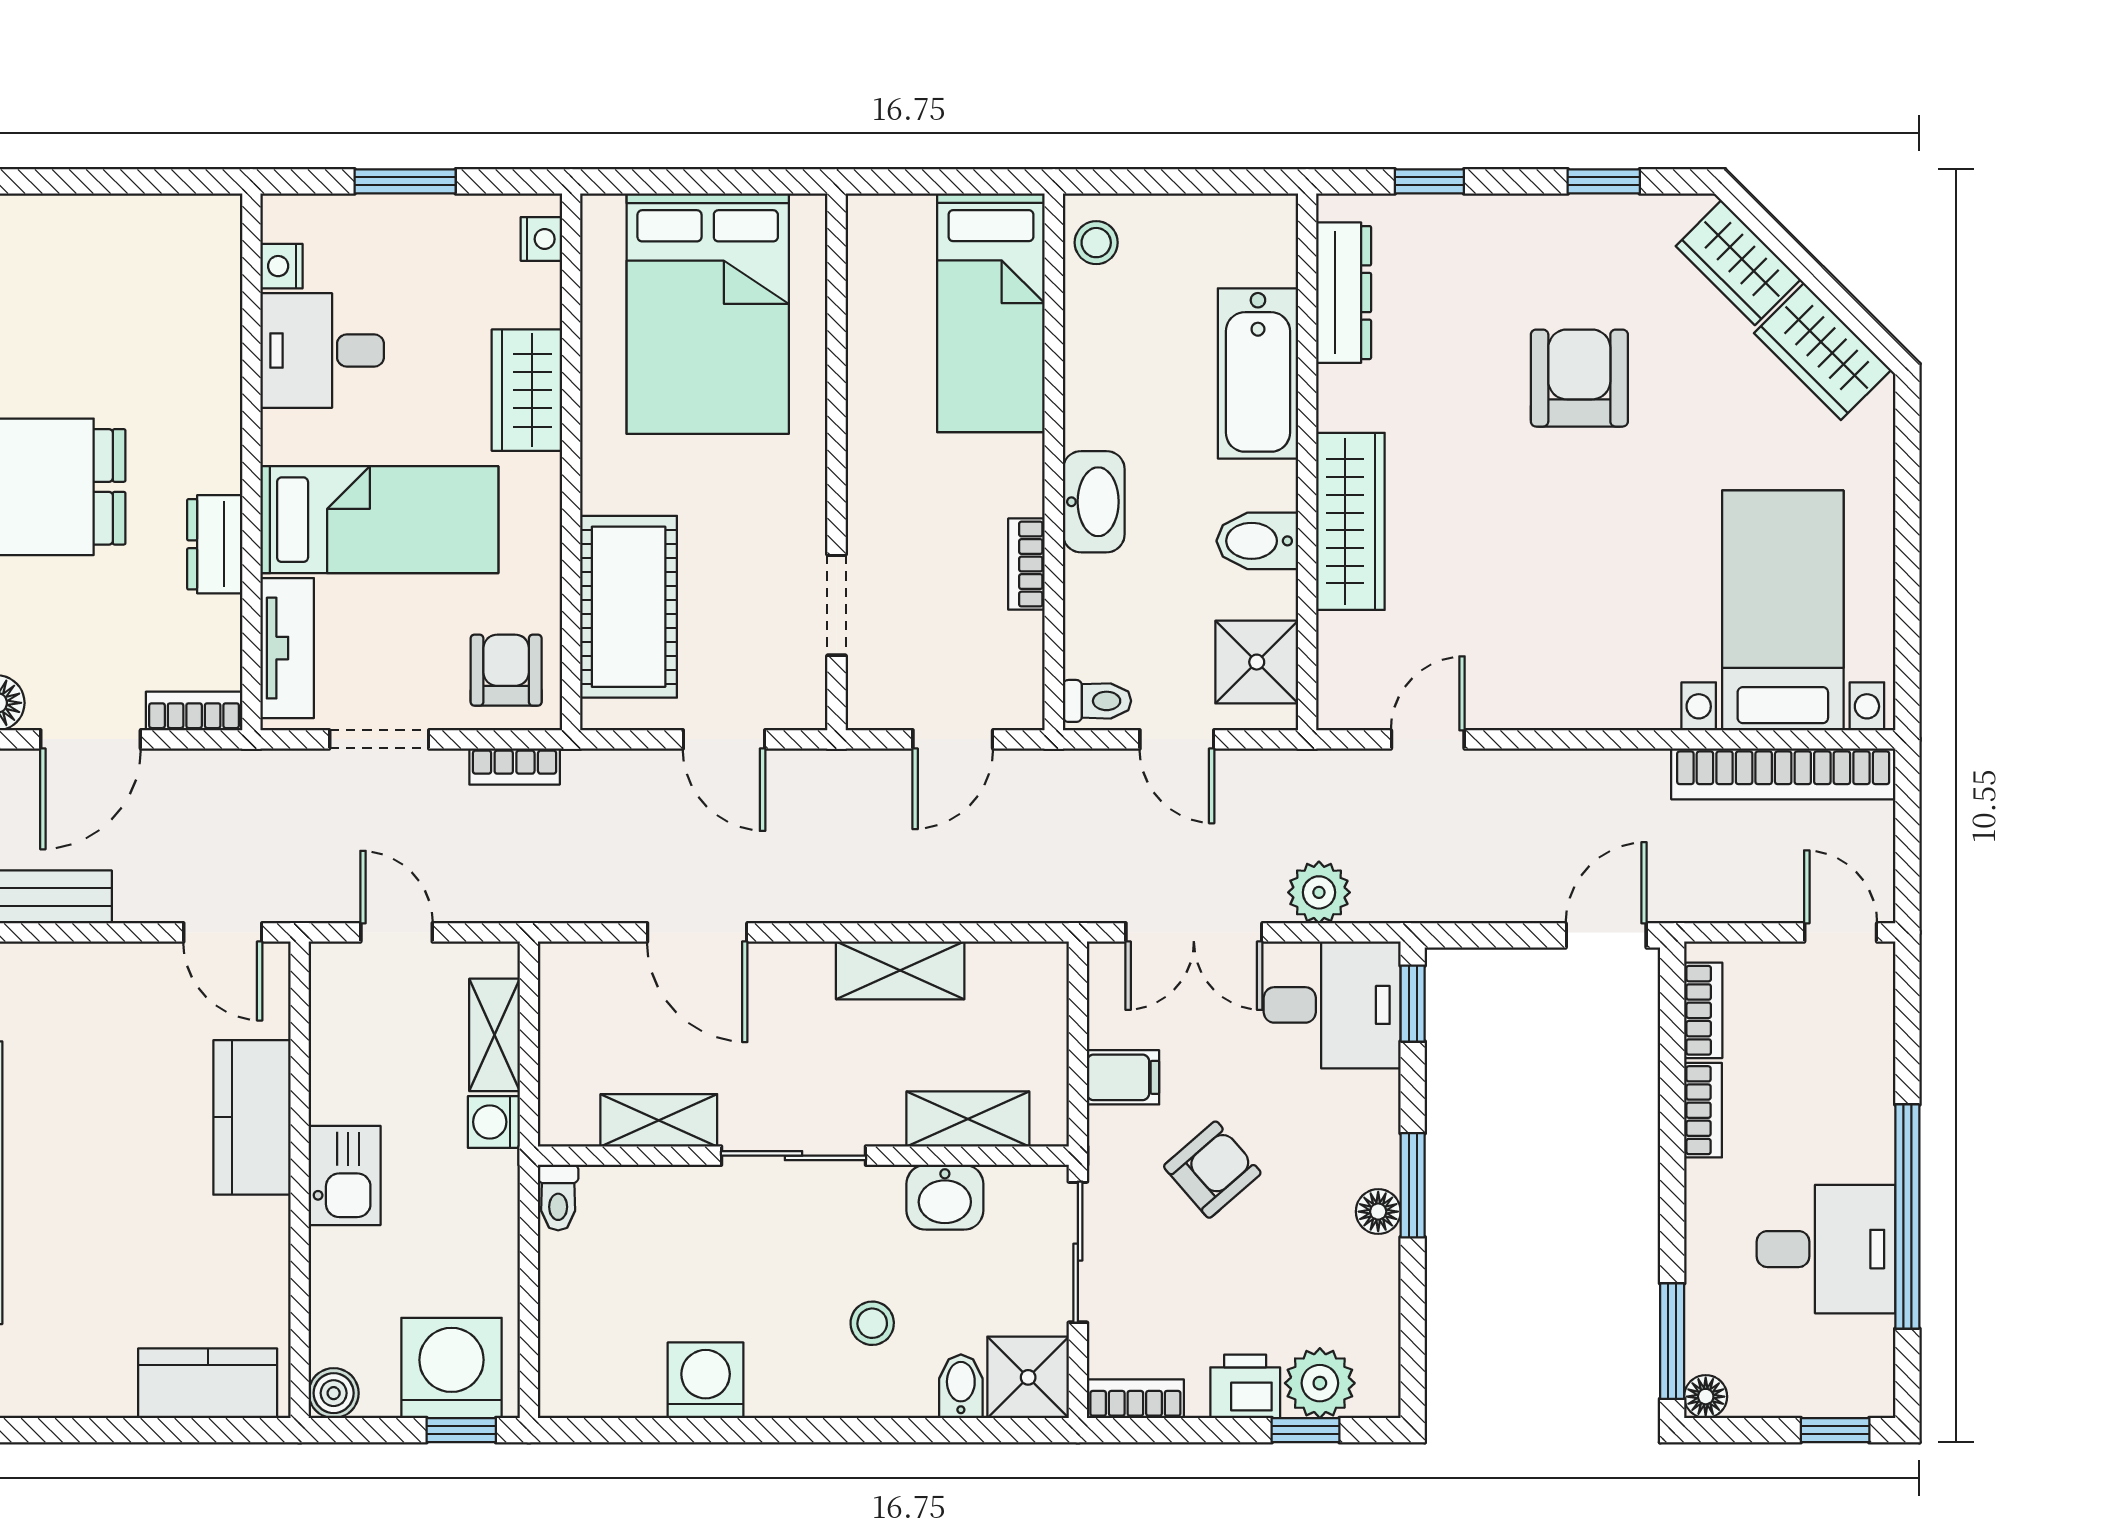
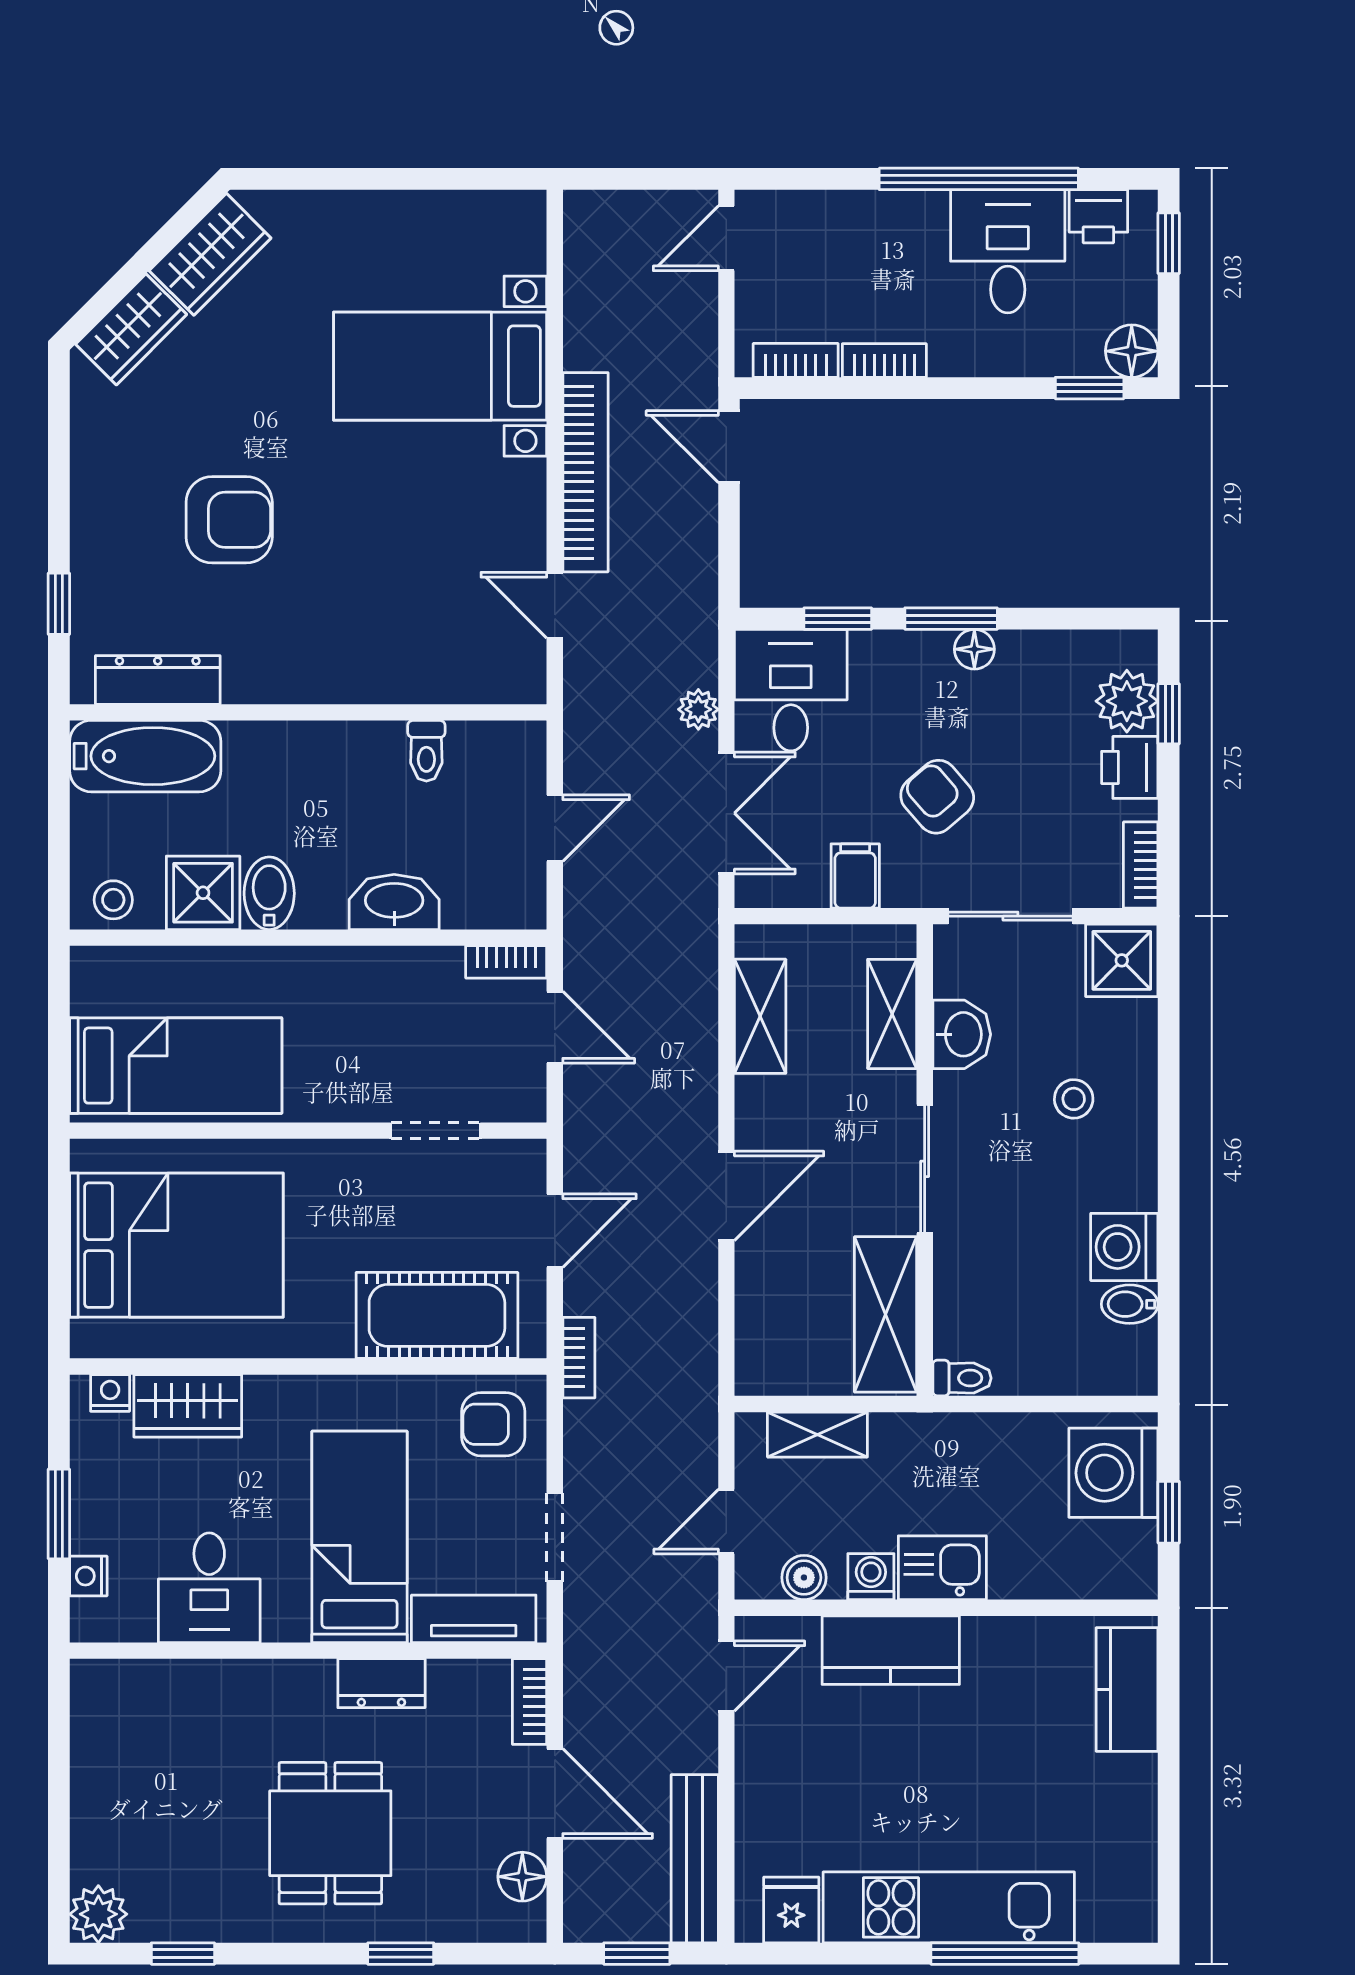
window: (1604, 181) -> (59, 449), removed
nightstand: (281, 266) -> (88, 1576), moved, turned 90
bed: (991, 313) -> (176, 1066), moved
bathtub: (1258, 373) -> (145, 756), moved
armchair: (1579, 378) -> (229, 520), moved, turned 180
wardrobe: (527, 390) -> (188, 1406), moved
washbasin: (1094, 502) -> (394, 902), moved
wardrobe: (1350, 521) -> (361, 674), removed
bidet: (1257, 541) -> (269, 893), moved, turned 180
bookcase: (1026, 564) -> (506, 962), moved
bed with nightstands: (1783, 610) -> (440, 366), moved
shower: (1257, 662) -> (203, 893), moved
toilet: (1097, 701) -> (426, 751), moved, turned 180
bookcase: (515, 767) -> (579, 1358), moved
bookcase: (1783, 774) -> (585, 472), moved
plant: (1319, 892) -> (698, 709), width x0.73, depth x0.73
door: (697, 932) -> (726, 1196), moved
shelving: (900, 970) -> (760, 1016), moved
window: (1413, 1004) -> (838, 619), moved
shelving: (659, 1120) -> (886, 1314), width x1.50, depth x1.33
washing machine: (494, 1122) -> (871, 1577), moved, turned 180
window: (1672, 1341) -> (1090, 388), width x0.67
printer: (1865, 1351) -> (1098, 216), added
bidet: (961, 1386) -> (1130, 1304), moved
boiler: (334, 1393) -> (804, 1578), moved
floor lamp: (1706, 1397) -> (1132, 351), width x1.37, depth x1.37
window: (461, 1430) -> (1169, 1512), moved

